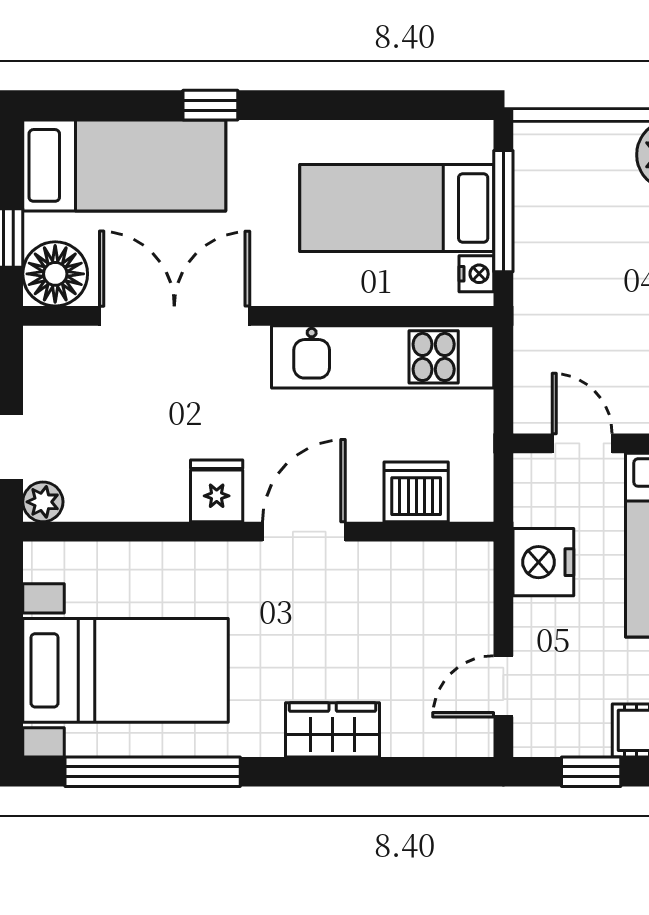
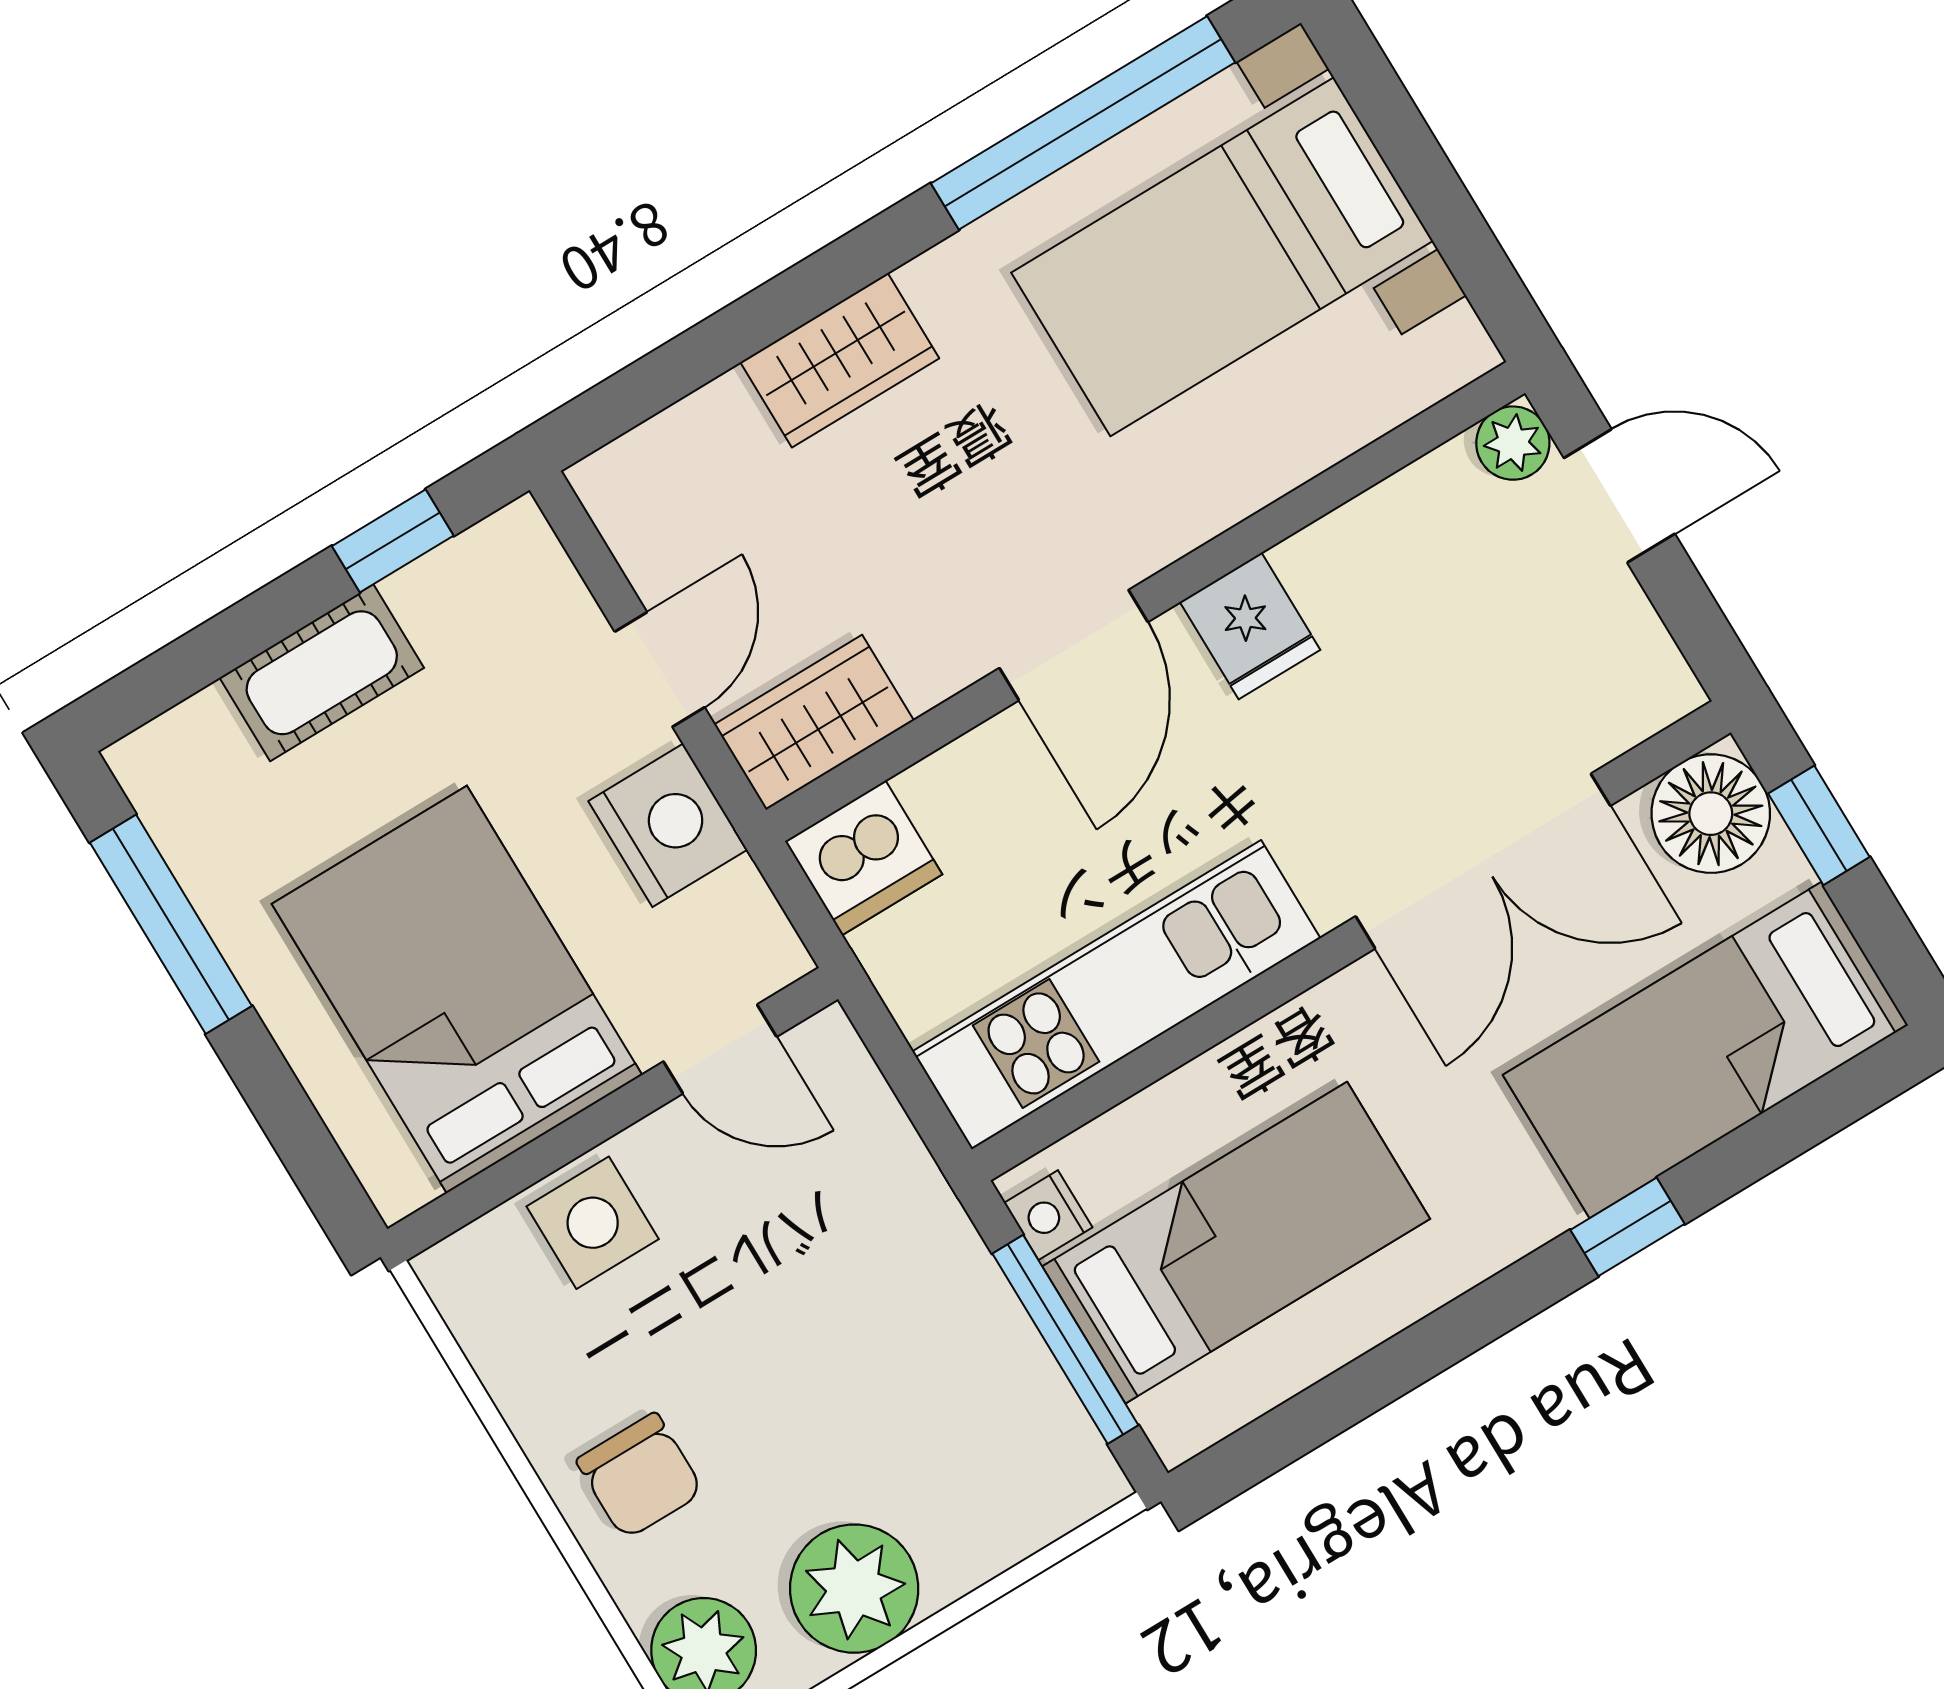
dishwasher: (416, 492) -> (864, 858), moved
wardrobe: (446, 569) -> (814, 722), added
door: (503, 686) -> (660, 669), moved

